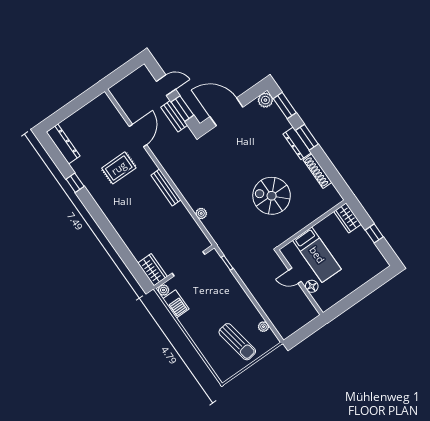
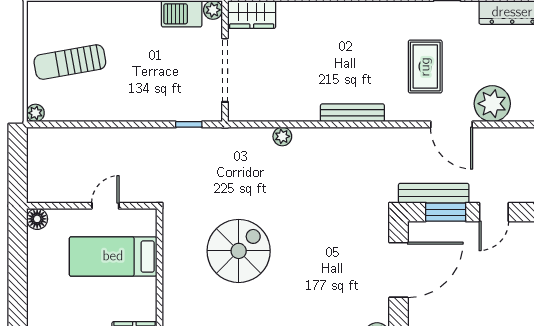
bench: (174, 116) -> (434, 193), width x1.36
plant: (114, 123) -> (492, 104), added
floor lamp: (312, 286) -> (37, 219), moved
plant: (263, 327) -> (35, 113), moved

